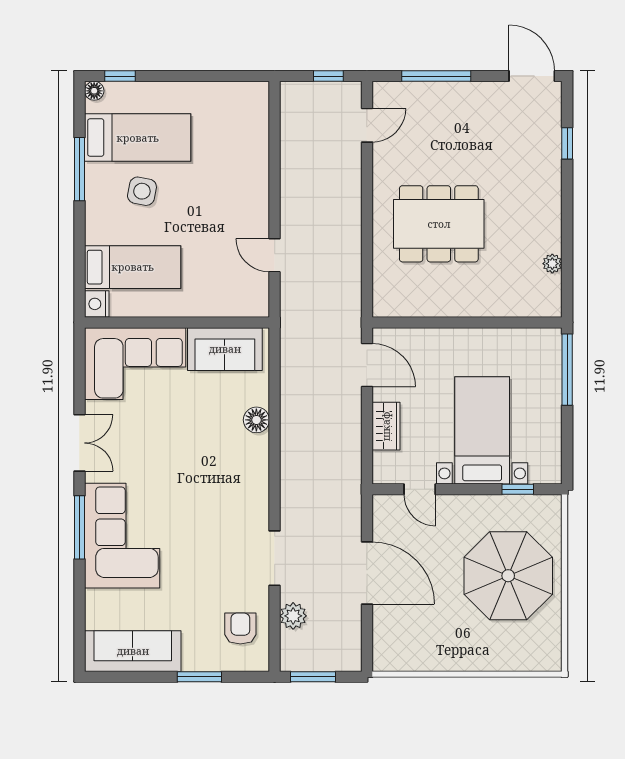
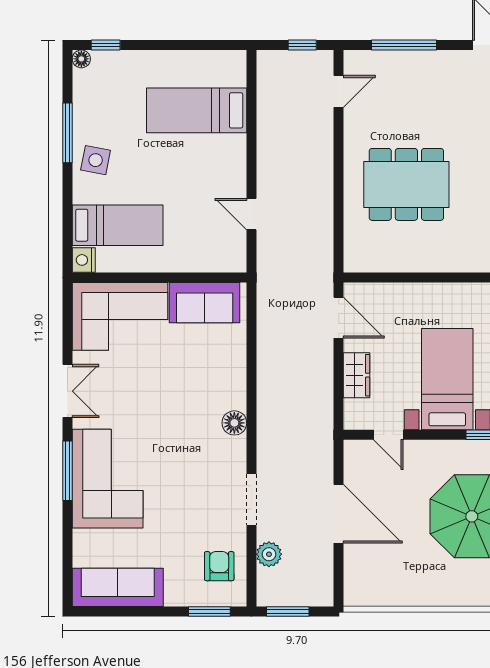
bed: (138, 138) -> (197, 110), moved, turned 180
side table: (142, 191) -> (96, 160), moved
floor lamp: (256, 420) -> (234, 423), moved
window: (199, 677) -> (209, 612), moved

